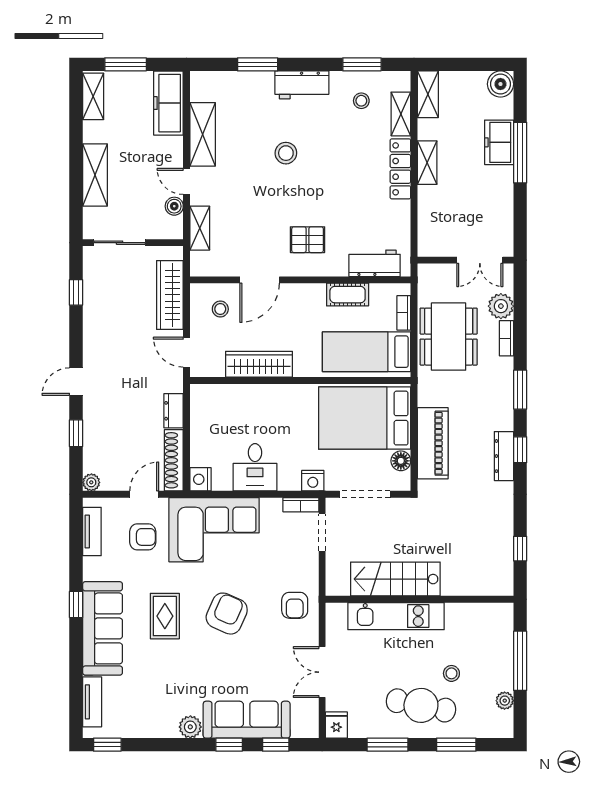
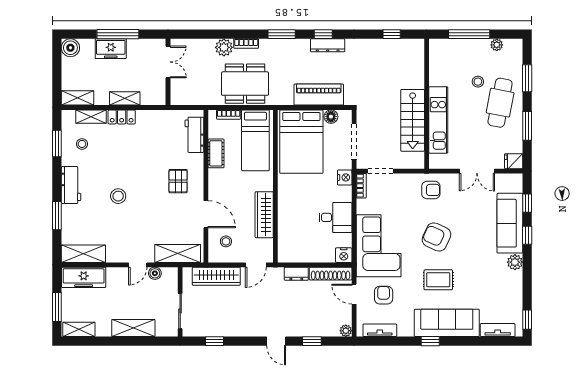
shelving: (203, 134) -> (83, 254), moved
locker: (400, 169) -> (122, 117), width x0.66
shelving: (200, 228) -> (178, 253), width x1.50, depth x1.33
wall: (465, 260) -> (168, 72), moved
double door: (480, 260) -> (168, 62), moved

